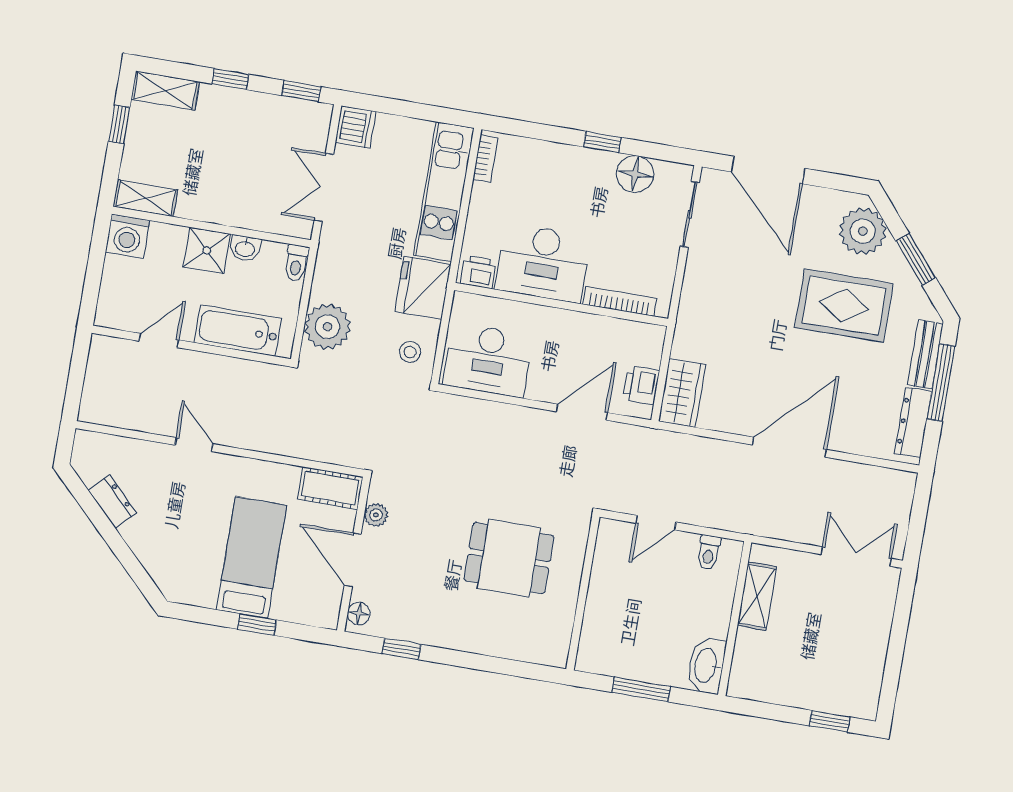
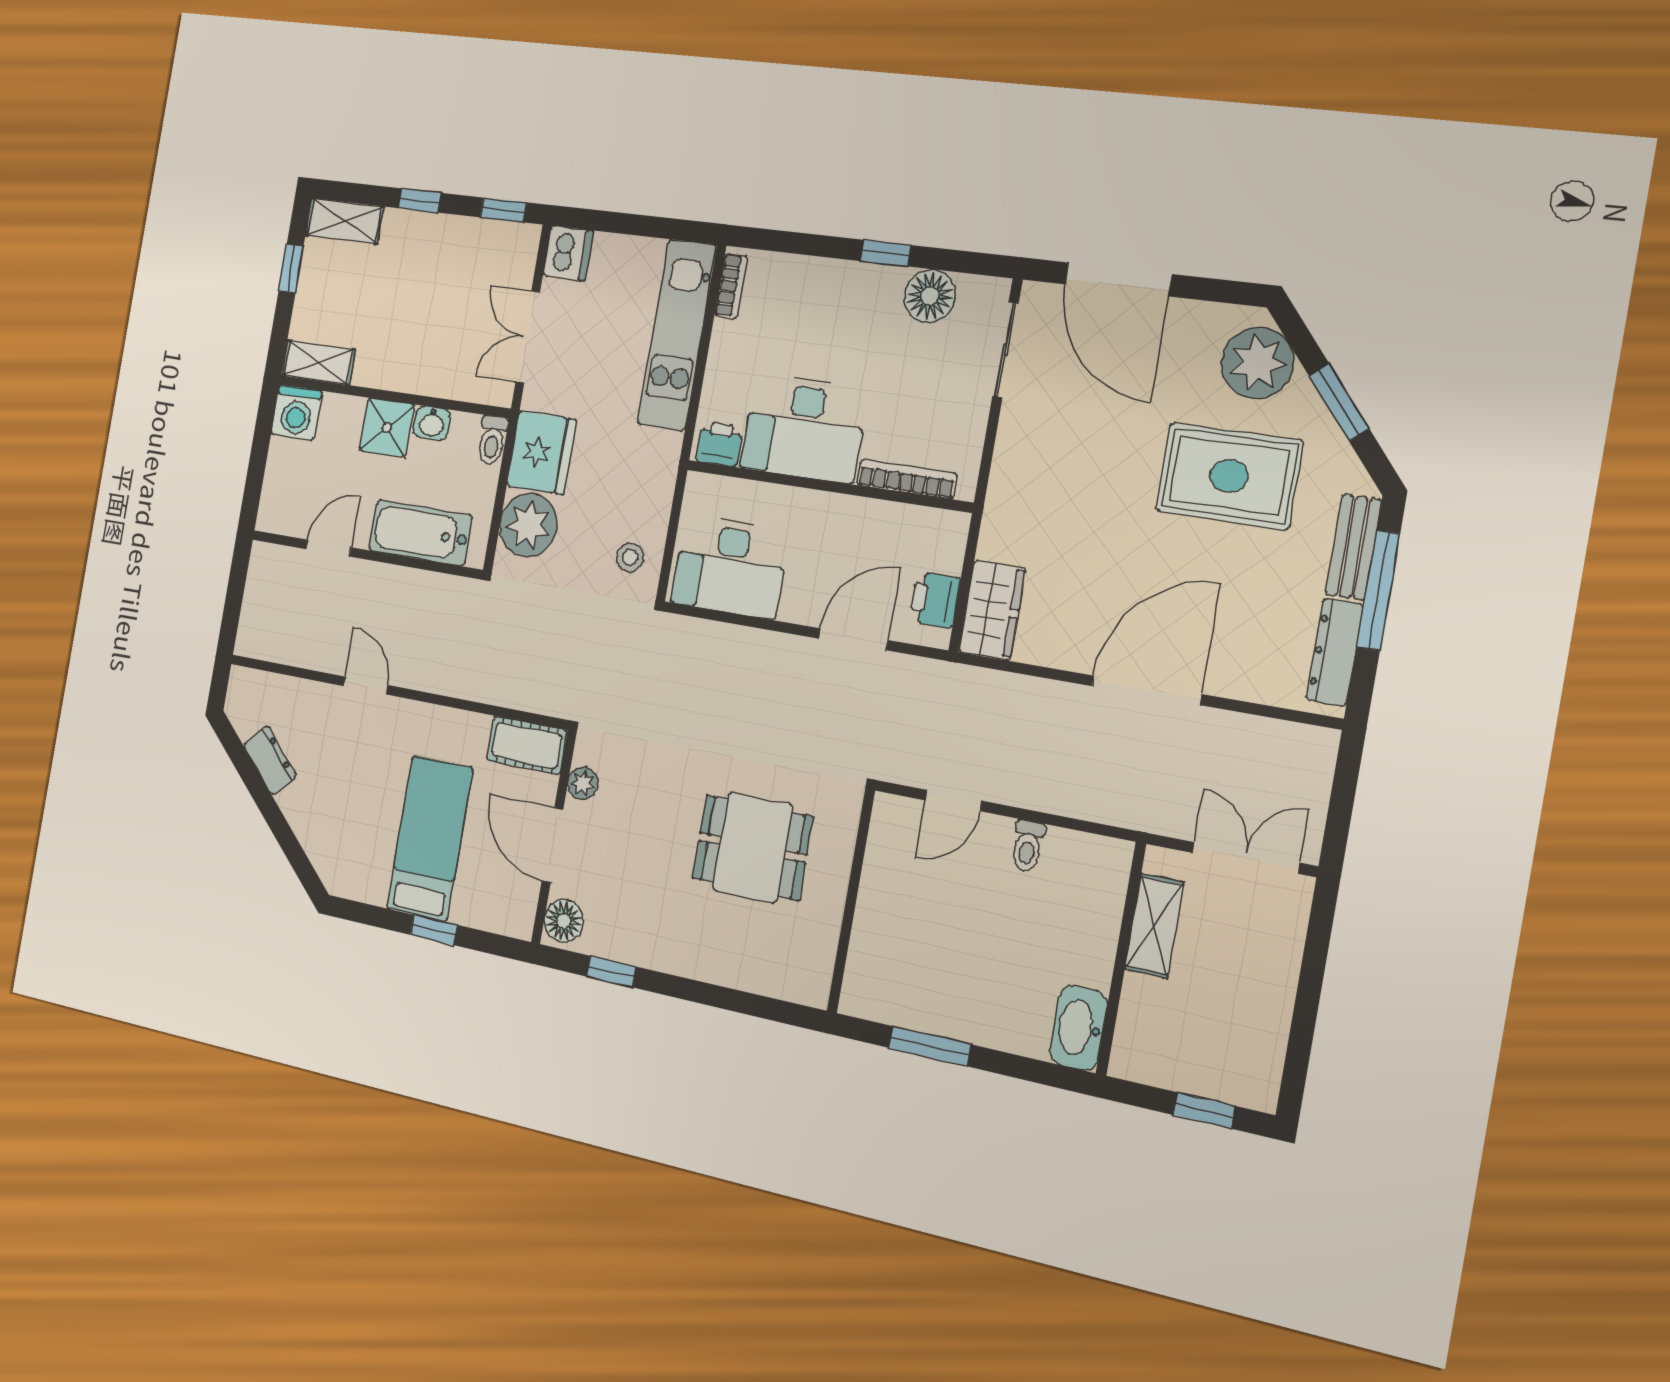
fridge: (423, 288) -> (541, 453), moved, turned 180
shelving: (757, 596) -> (1154, 926), moved
floor lamp: (359, 614) -> (564, 921), width x1.37, depth x1.37
wall: (735, 619) -> (1121, 959), moved
washbasin: (706, 665) -> (1079, 1028), moved

